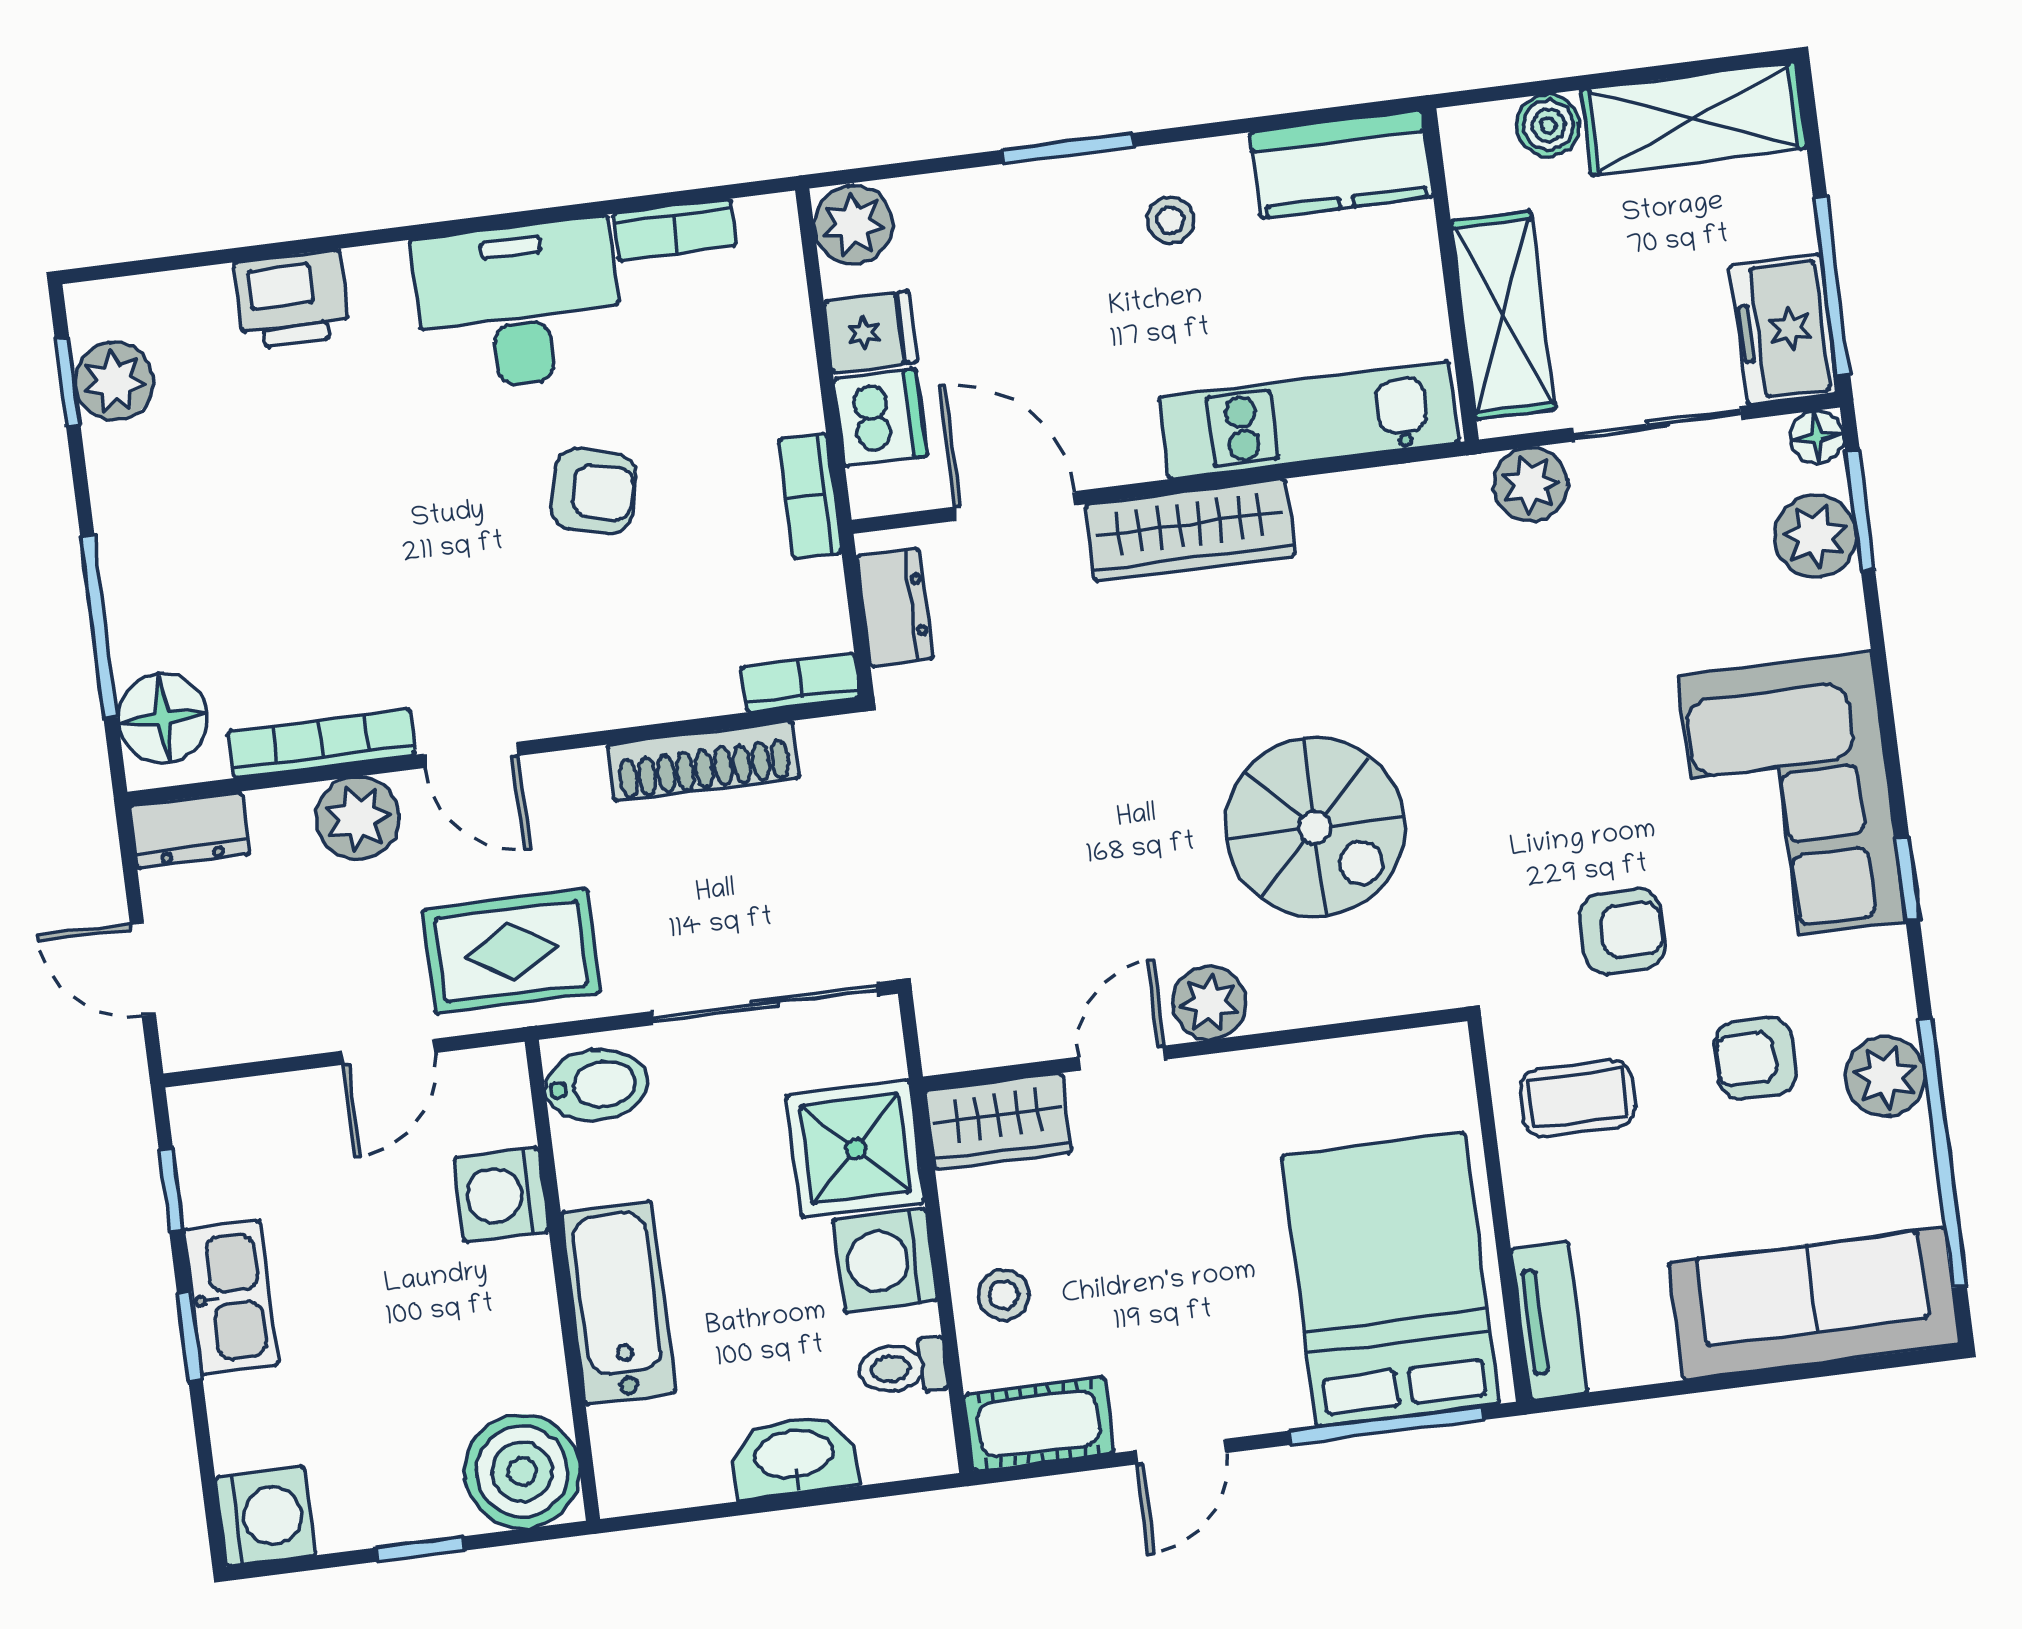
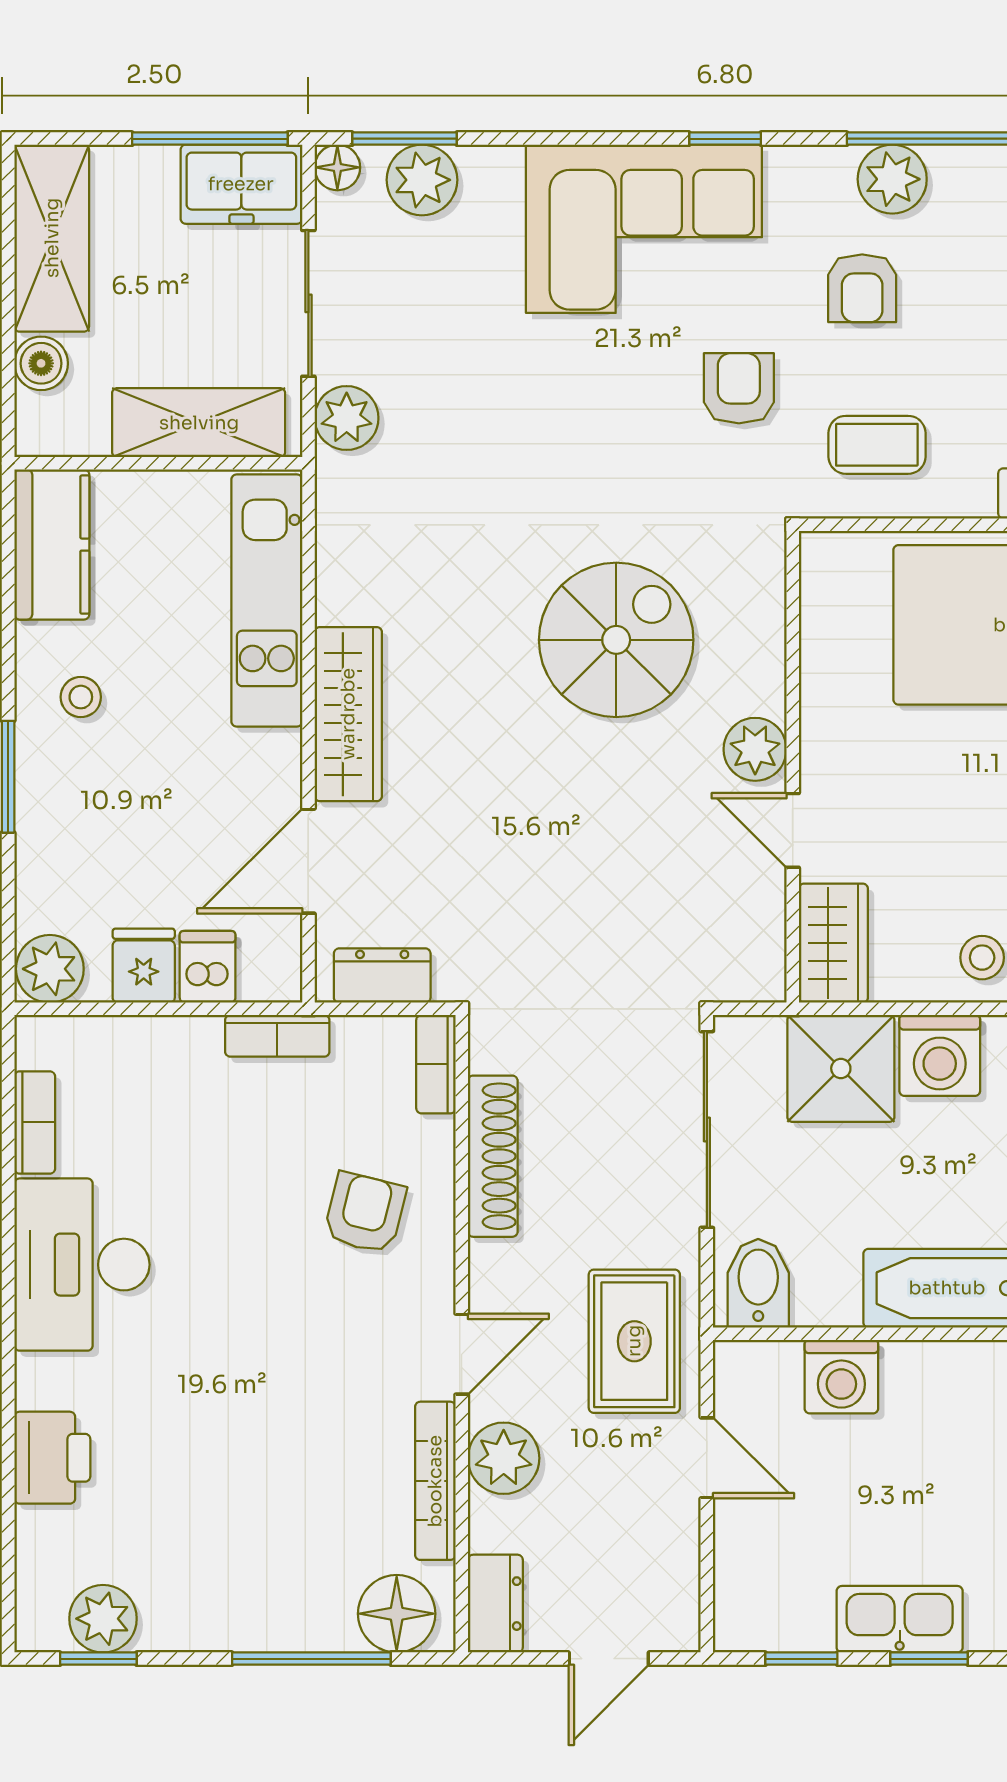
dishwasher: (880, 418) -> (208, 967), width x0.73
armchair: (593, 491) -> (365, 1213), moved
coffee table: (1578, 1098) -> (877, 445), turned 90

